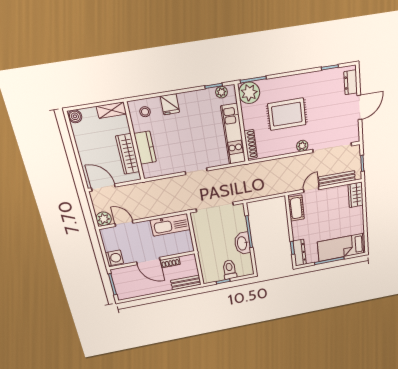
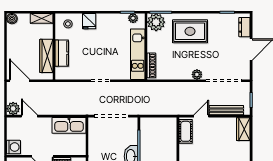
rug: (287, 114) -> (190, 31), moved

